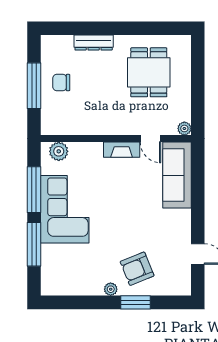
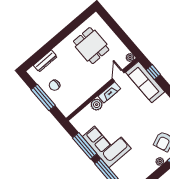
dresser: (94, 43) -> (45, 61), moved
door: (151, 139) -> (118, 76), swing flipped
plant: (59, 151) -> (97, 105), moved
window: (198, 171) -> (153, 72), added

